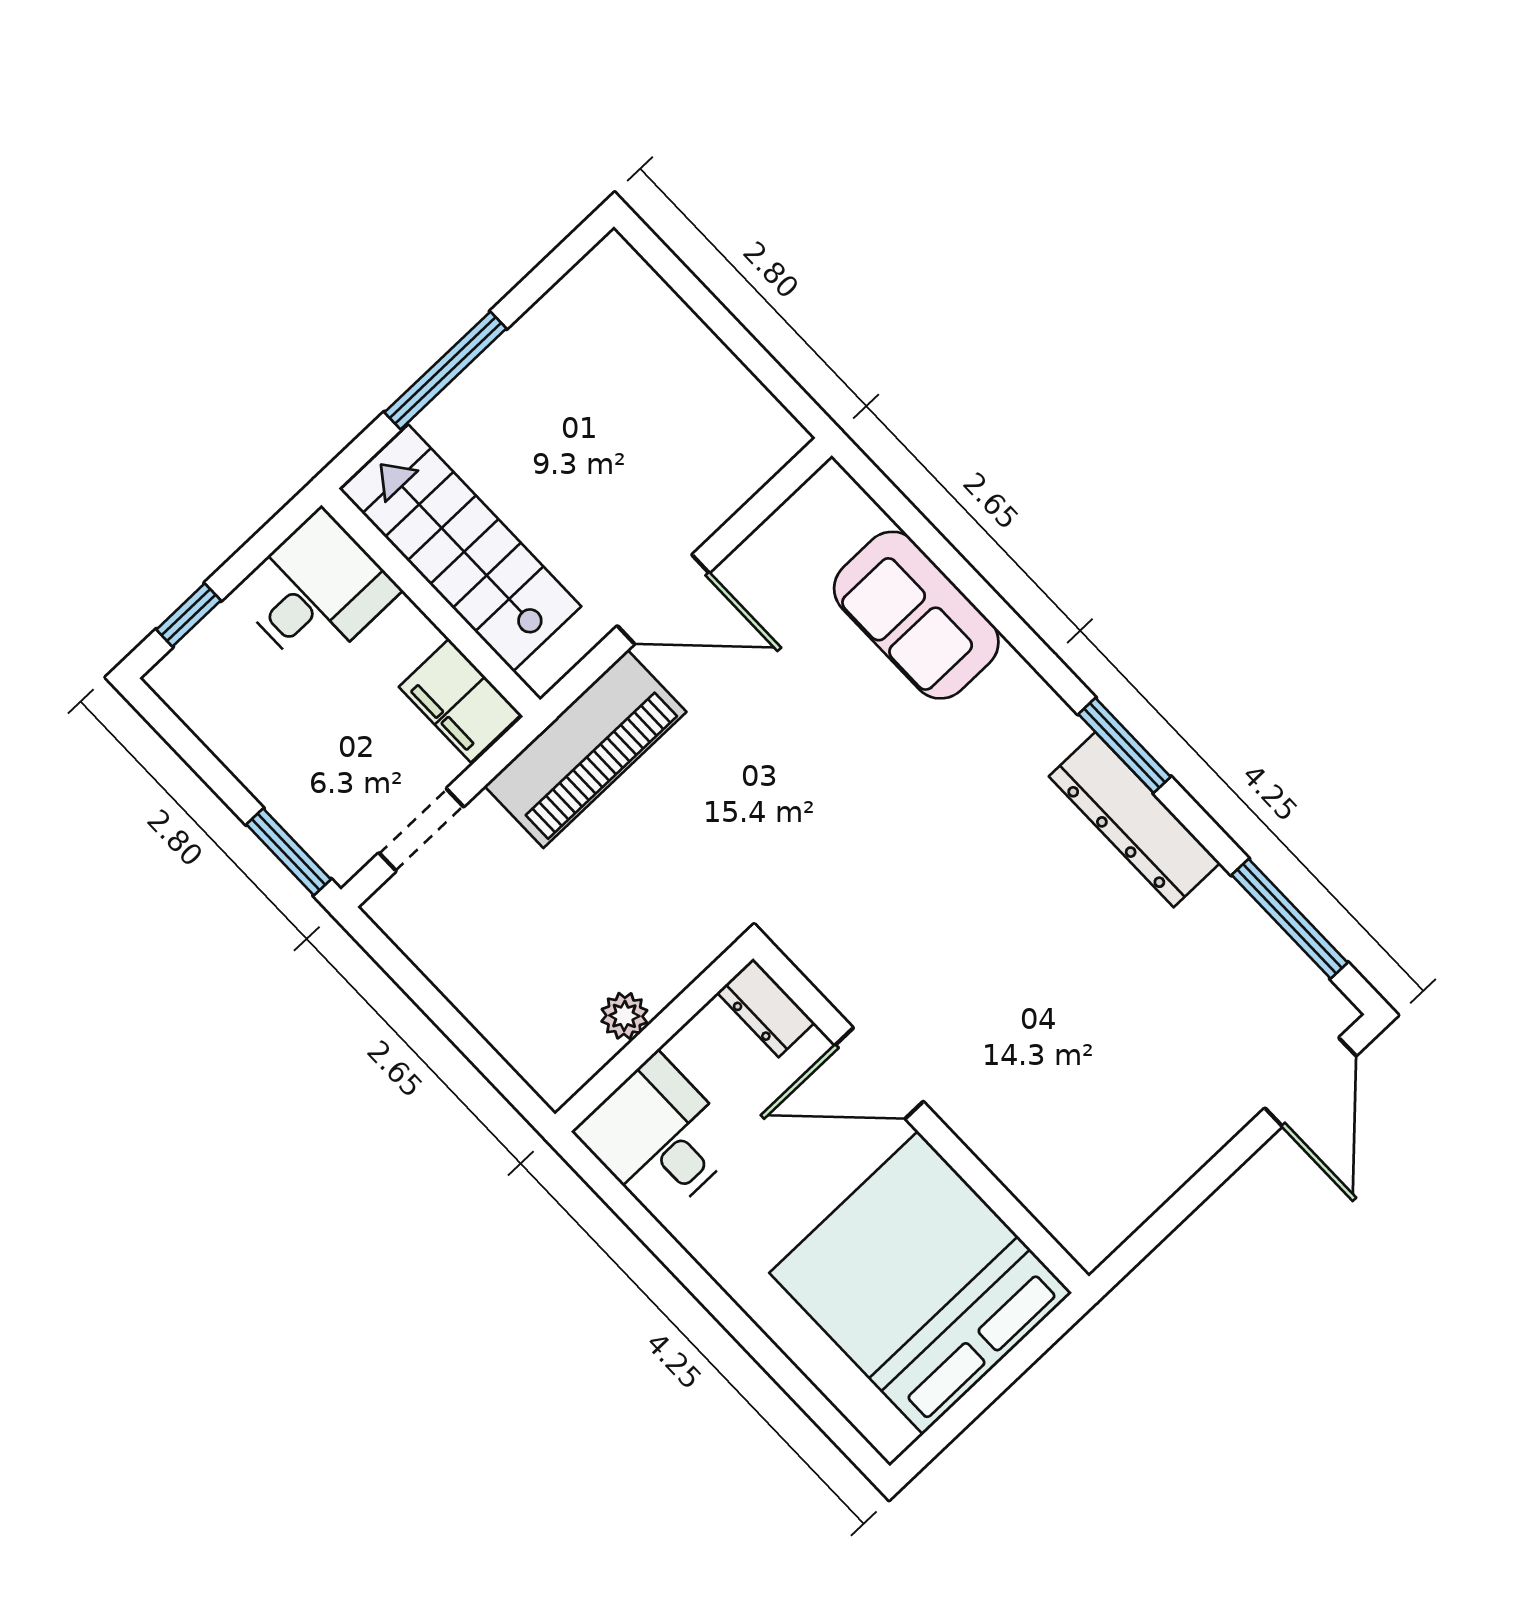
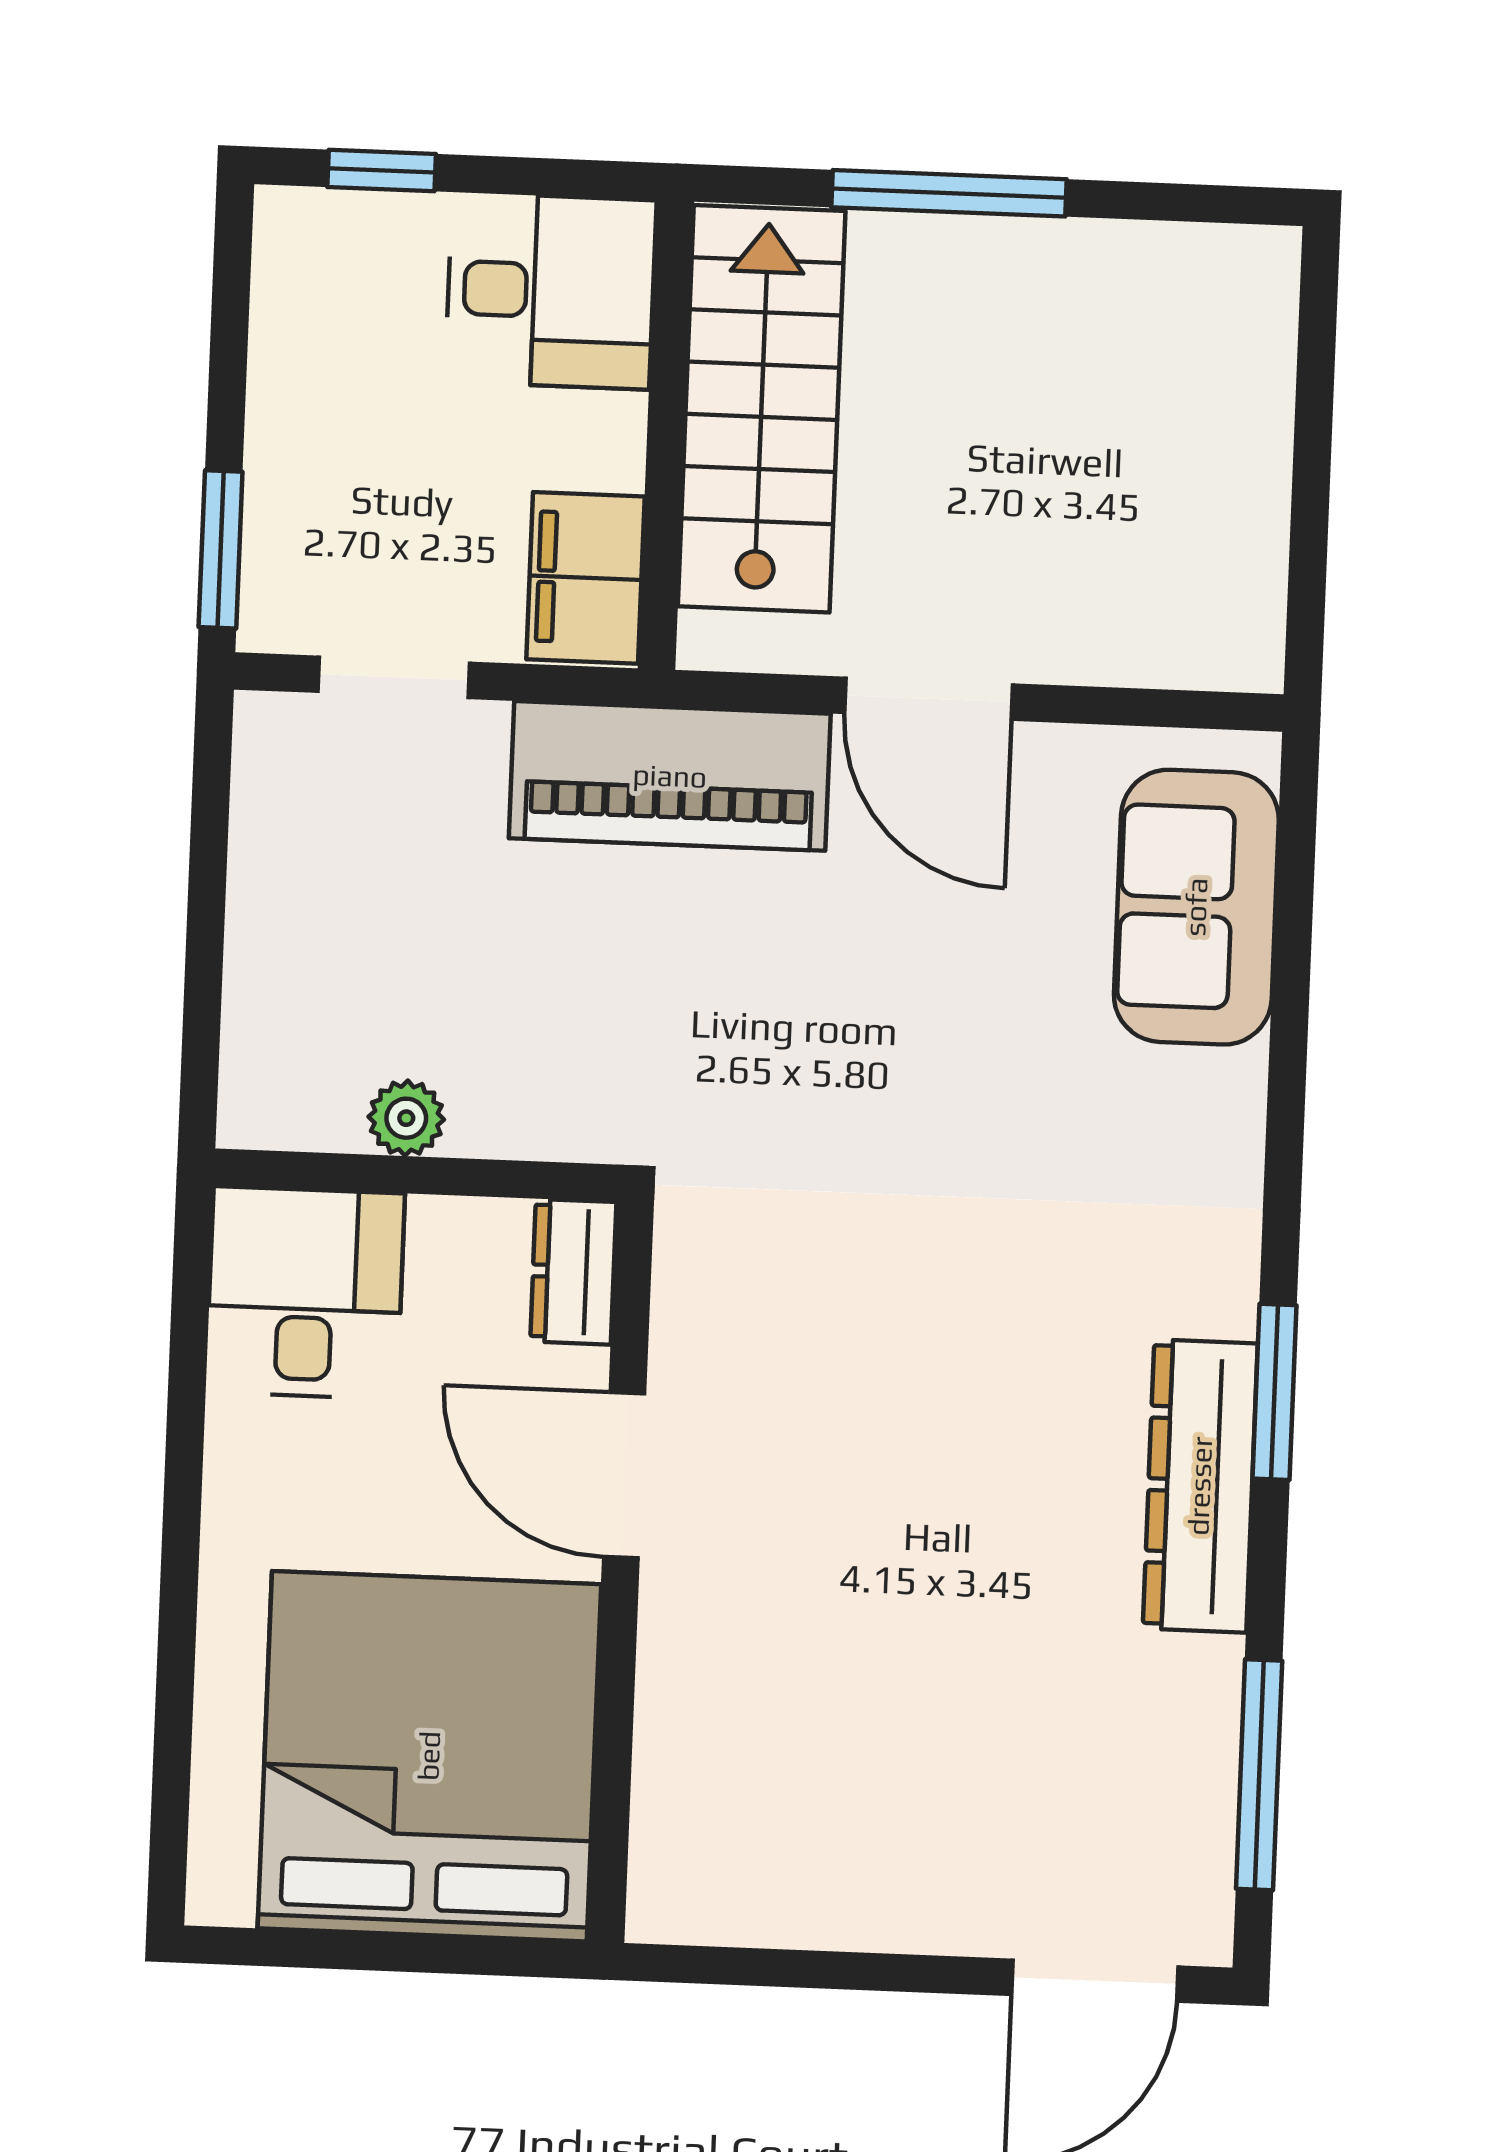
sofa: (916, 615) -> (1196, 907), moved

